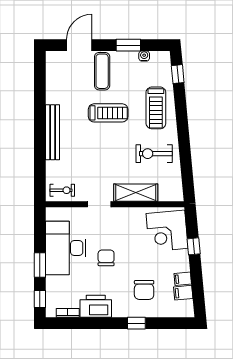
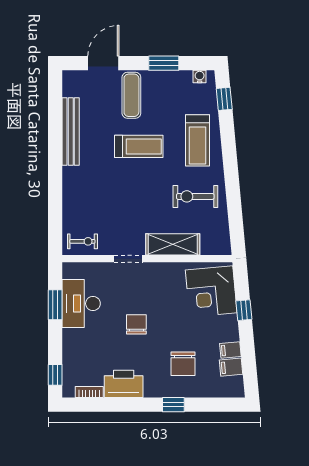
water cooler: (144, 56) -> (200, 77), moved
bench: (53, 132) -> (71, 132), moved
desk: (66, 248) -> (81, 304), width x0.73, depth x0.77
window: (40, 265) -> (55, 305), moved

